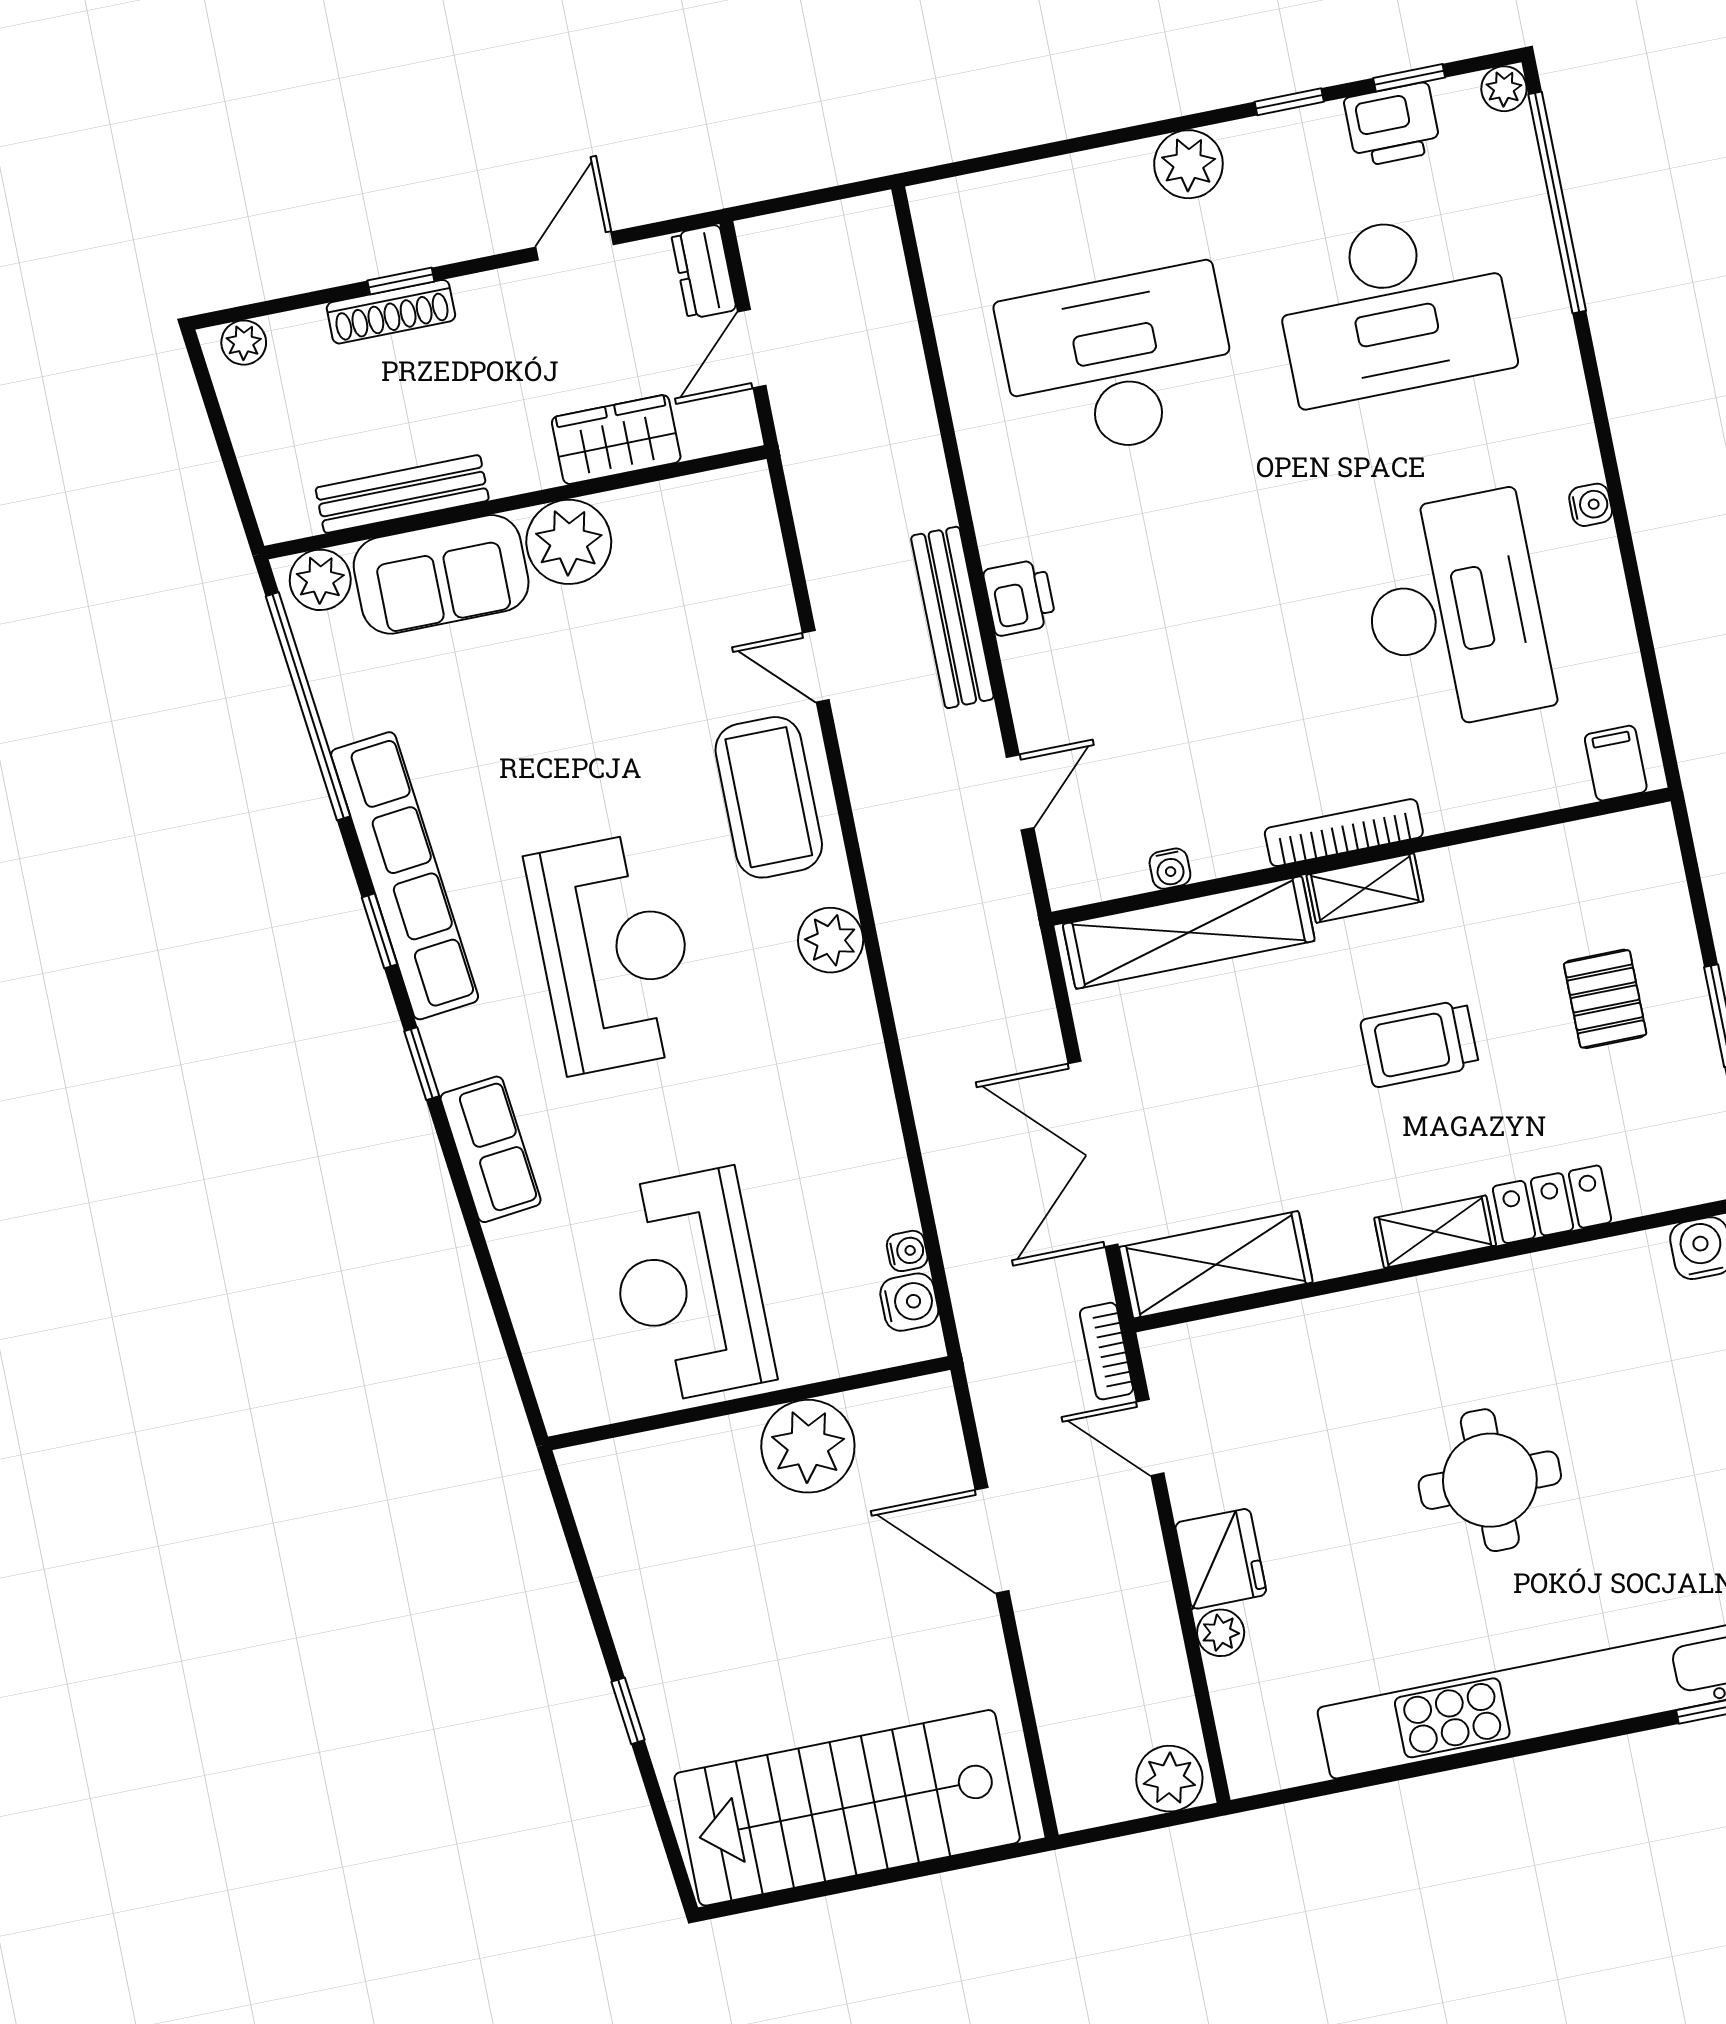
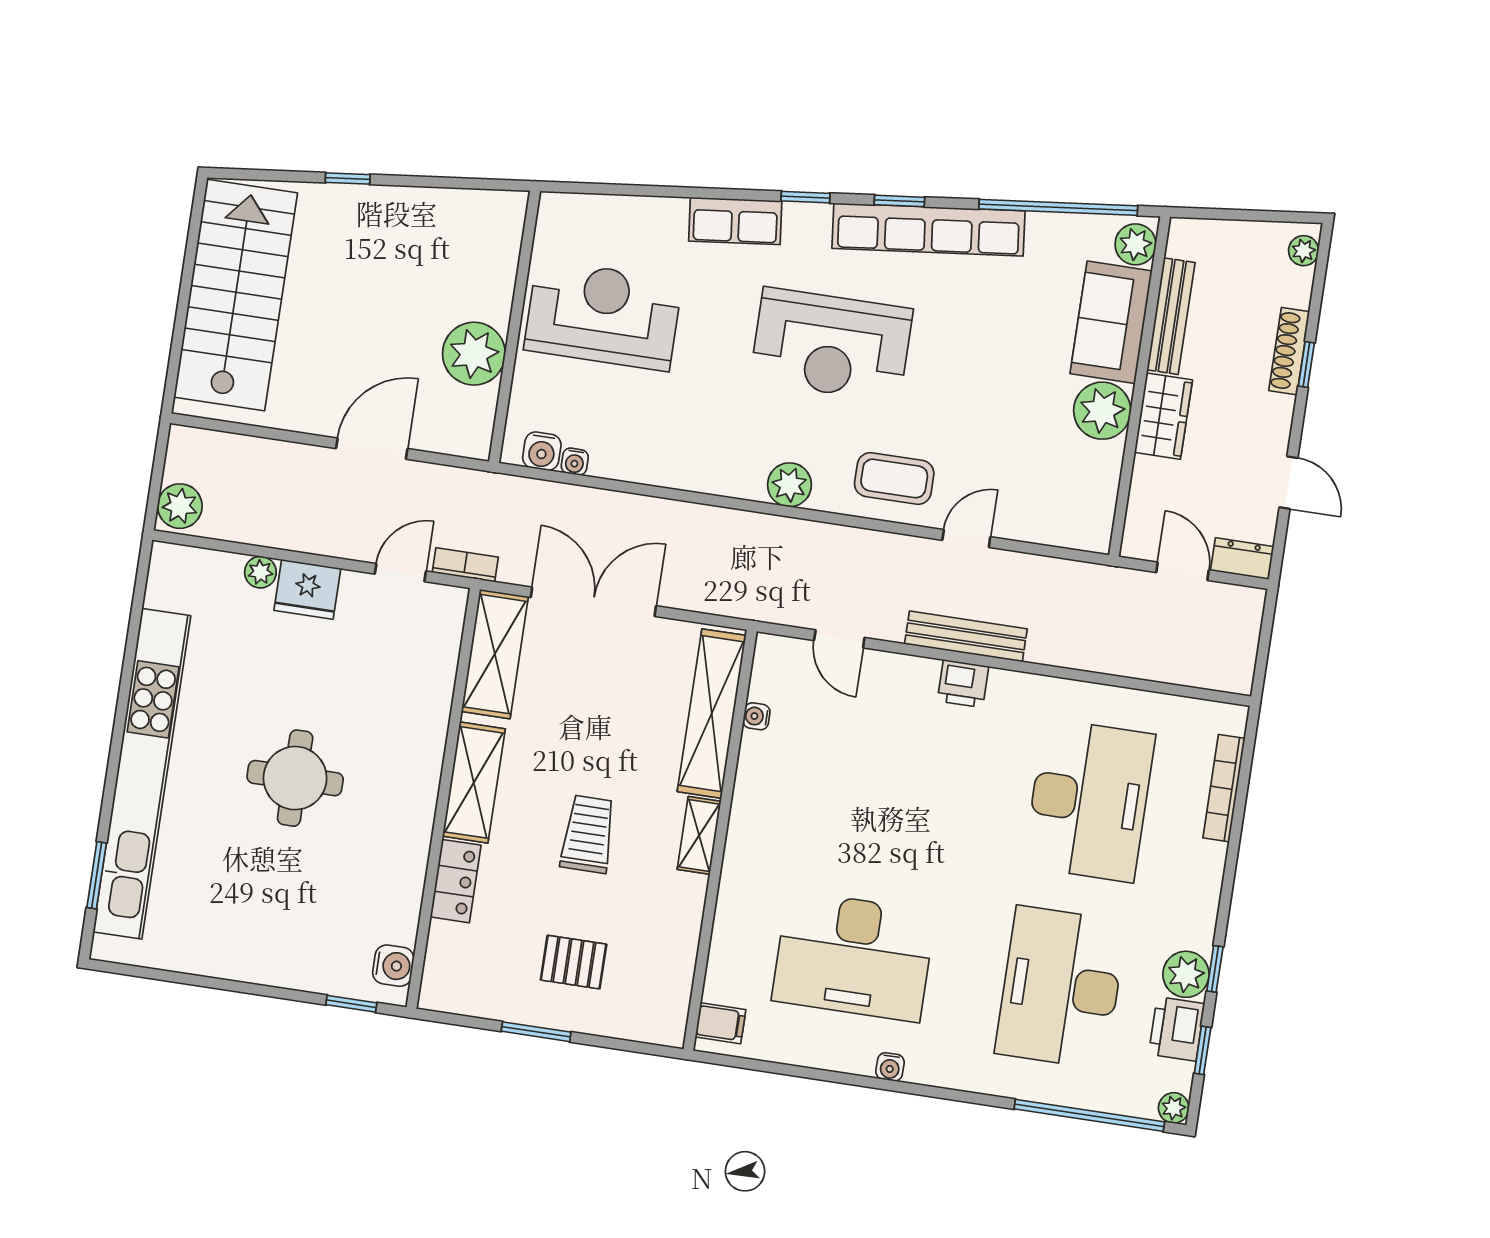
plant: (1188, 164) -> (1186, 974), moved
wardrobe: (616, 440) -> (1163, 416), moved
coffee table: (769, 797) -> (894, 478), width x0.73, depth x0.76
bookcase: (1344, 833) -> (1224, 788), moved, turned 180
shelving: (1435, 1232) -> (474, 782), width x1.50, depth x1.33

